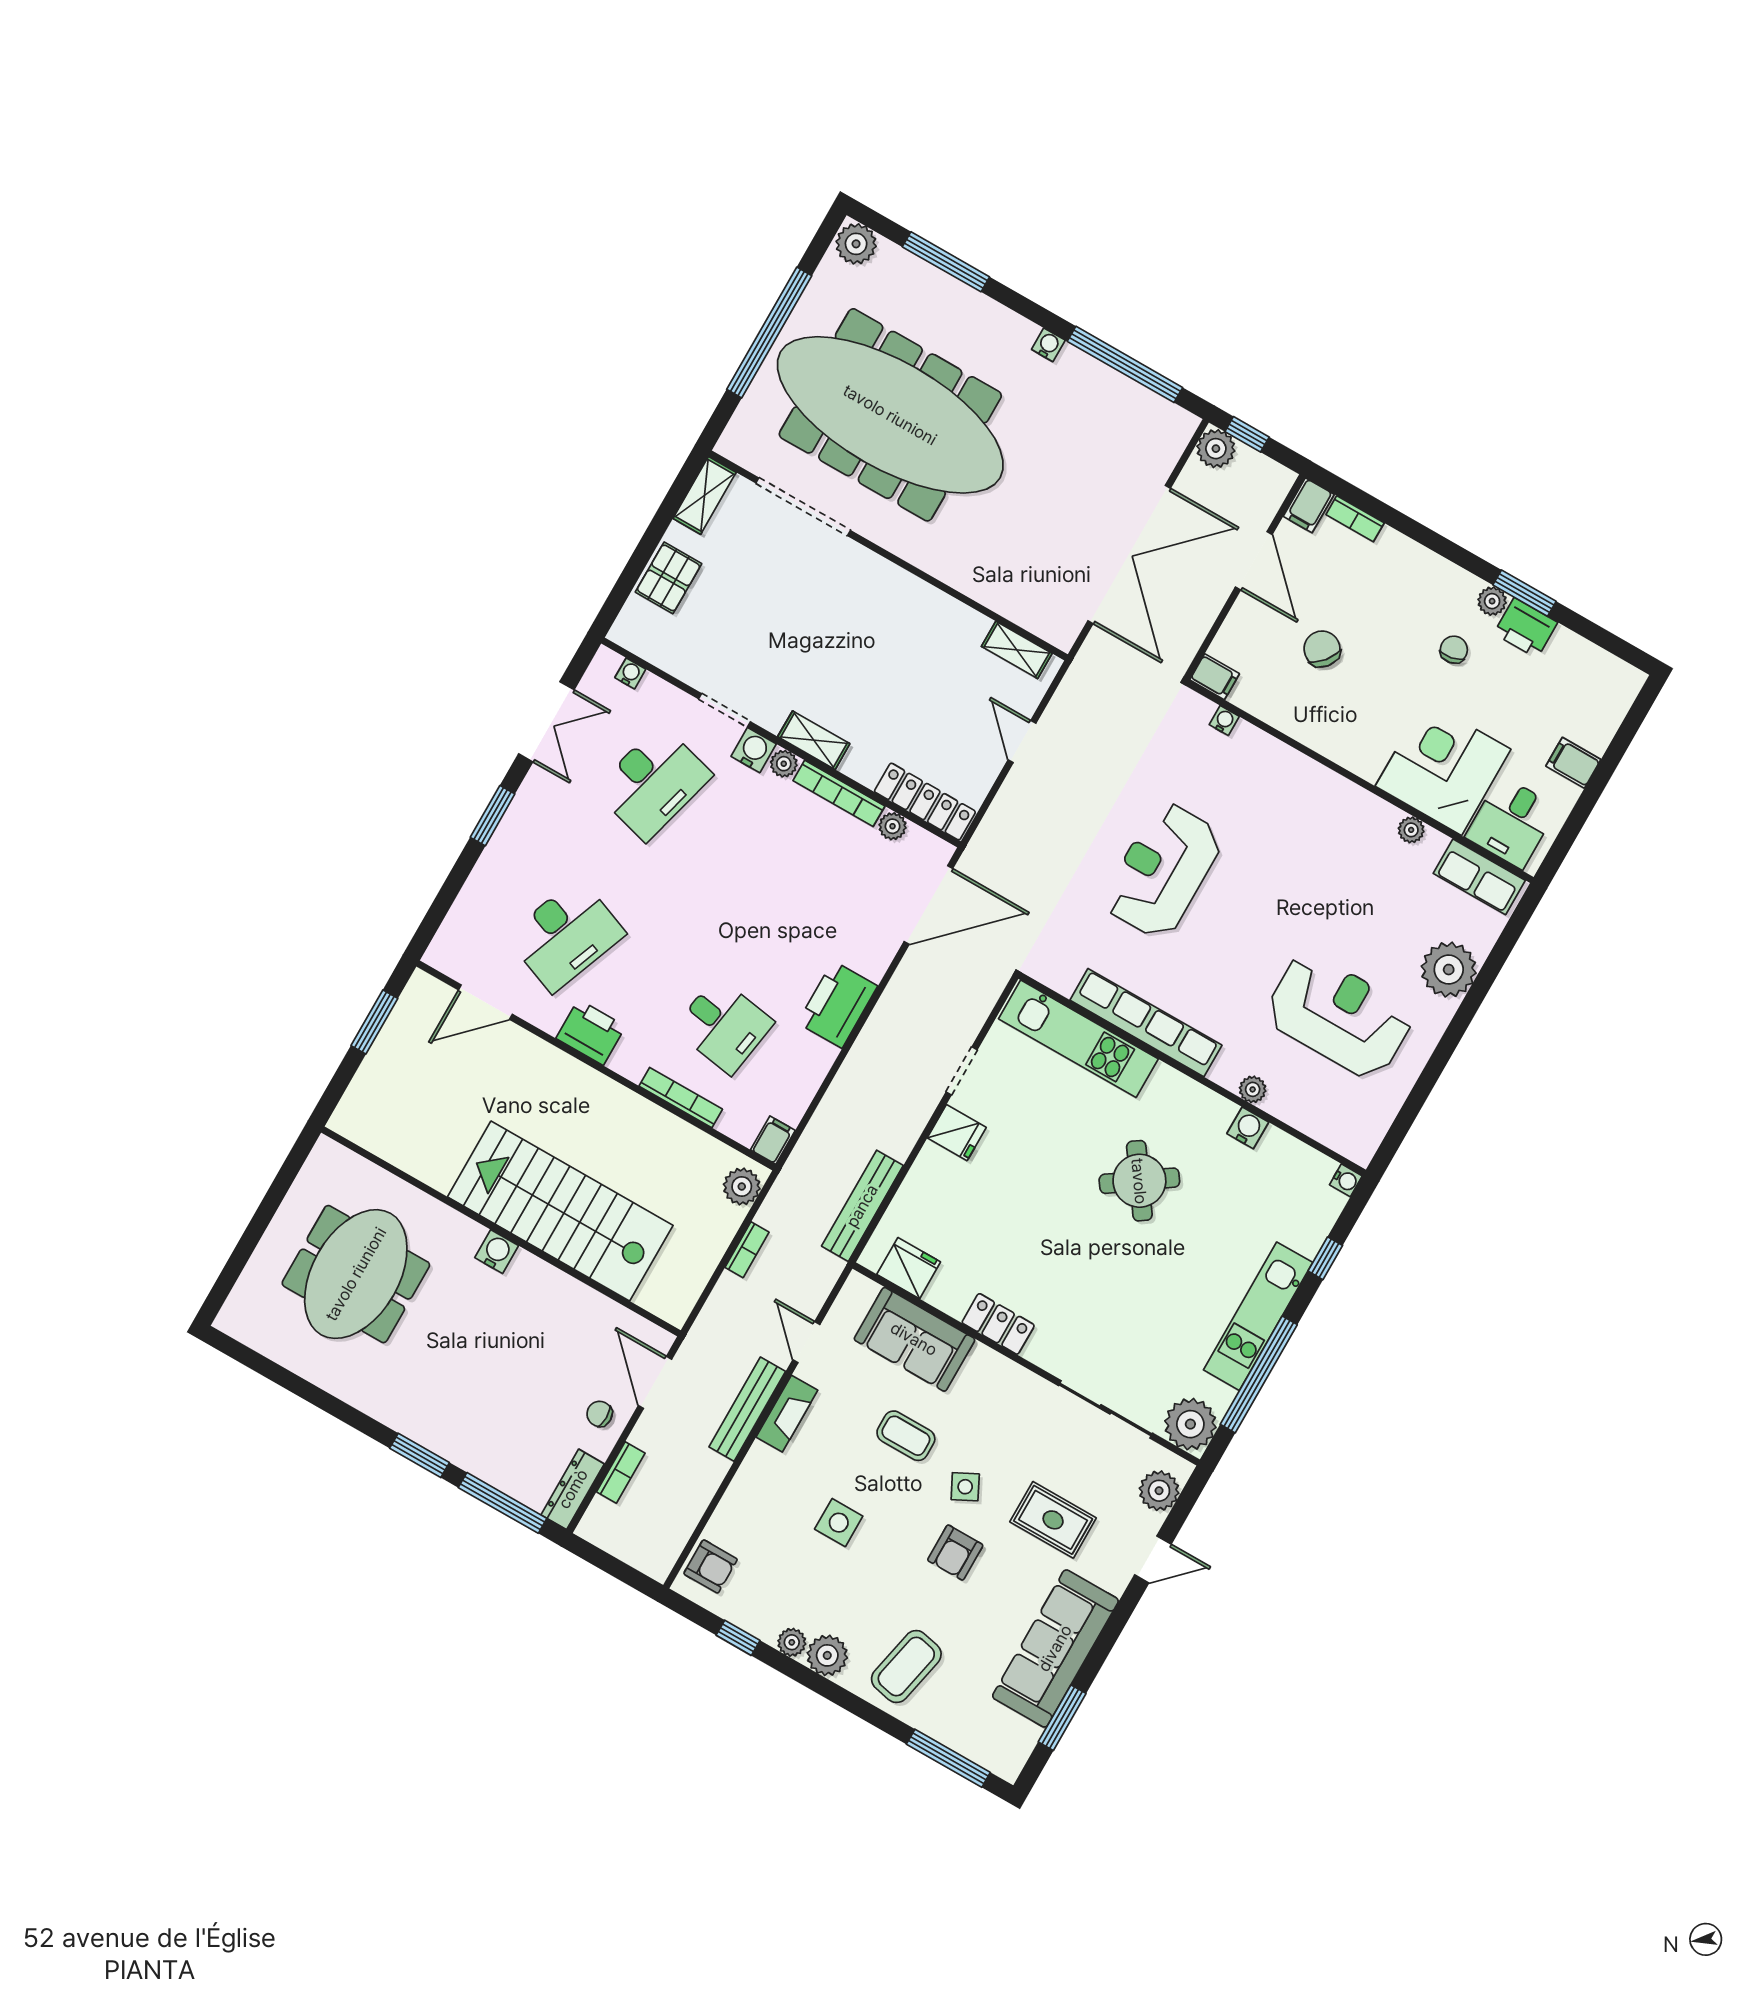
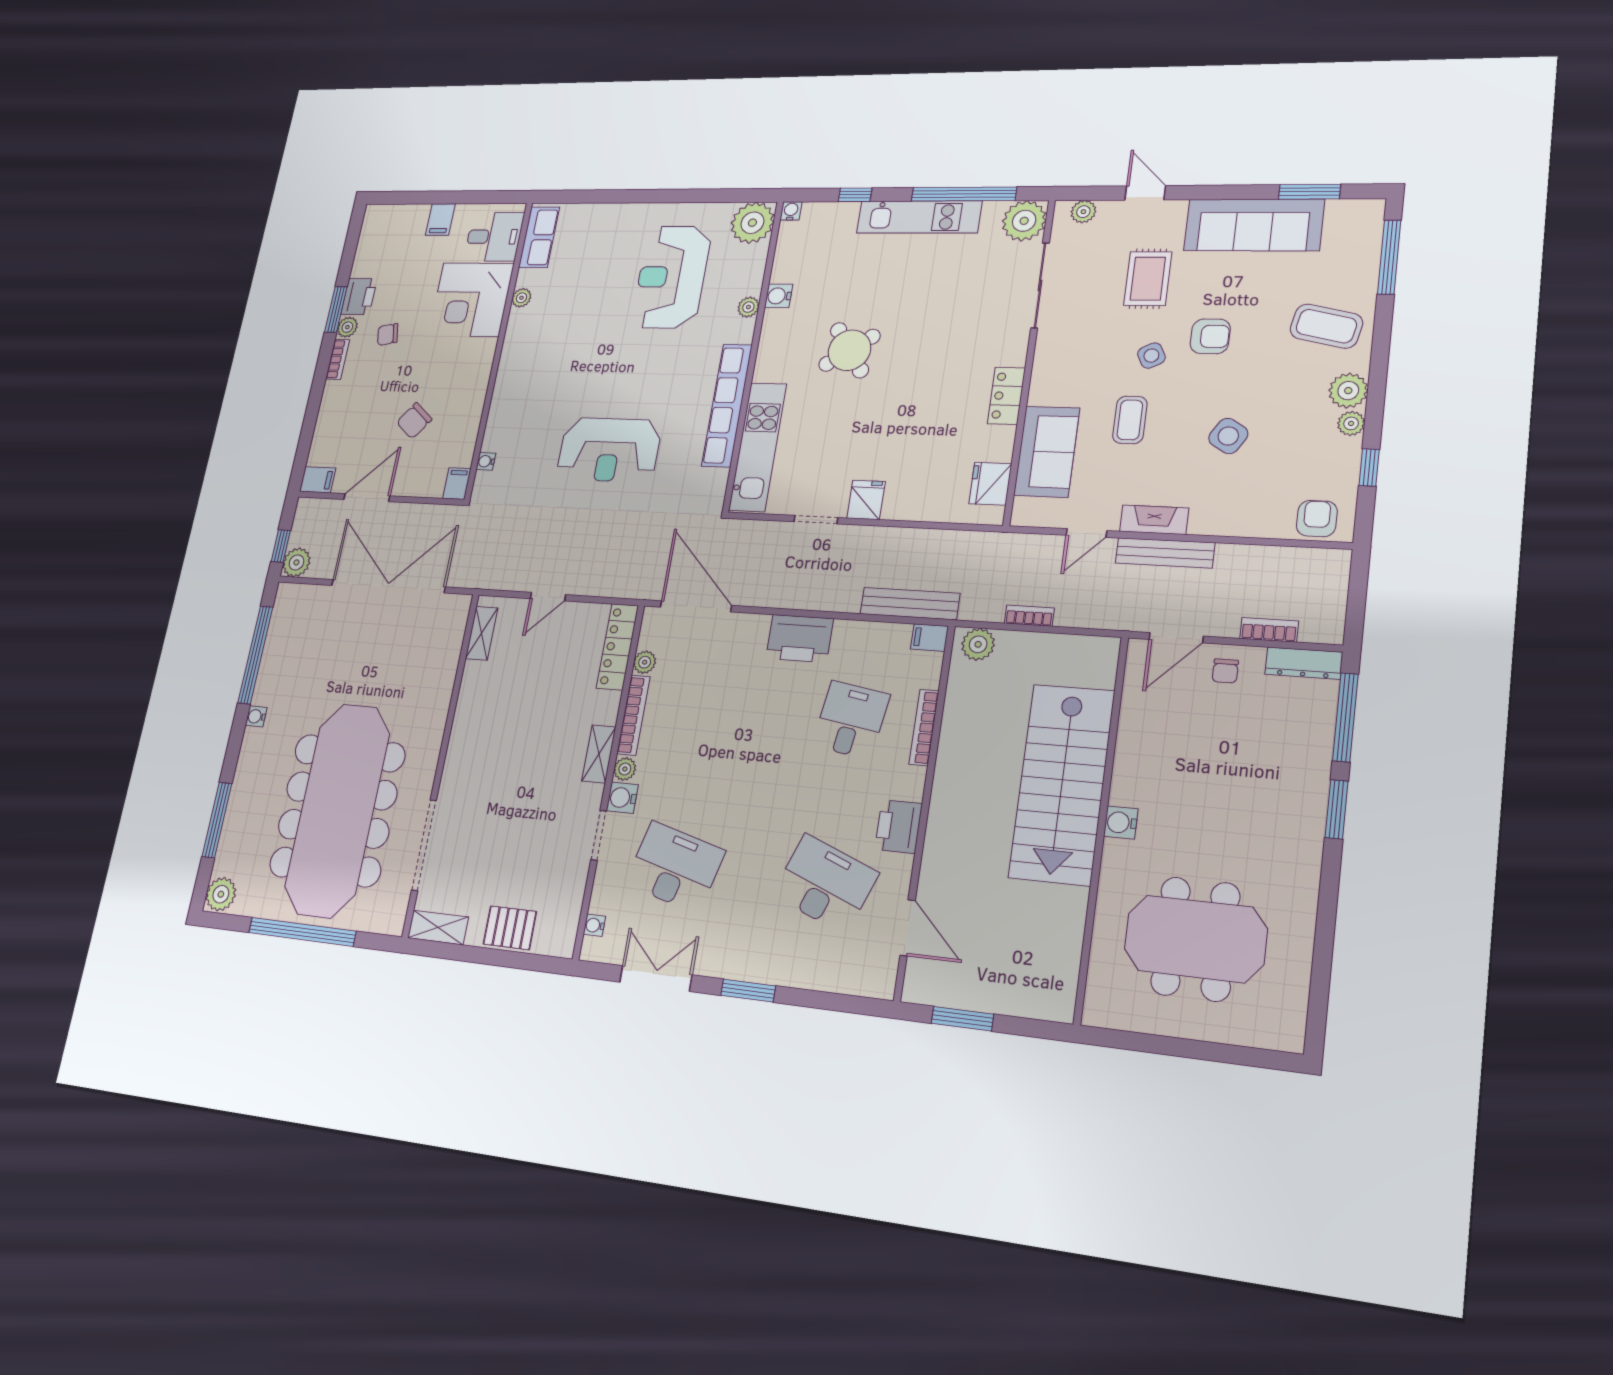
bookcase: (1355, 519) -> (338, 359), moved
plant: (1449, 970) -> (752, 223), moved
bench: (862, 1206) -> (910, 604), moved
plant: (1159, 1491) -> (1083, 212), width x0.73, depth x0.73
side table: (839, 1523) -> (1228, 436), turned 32

